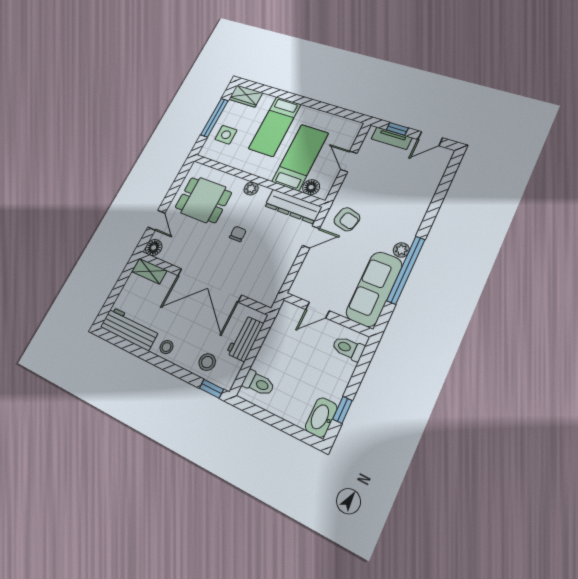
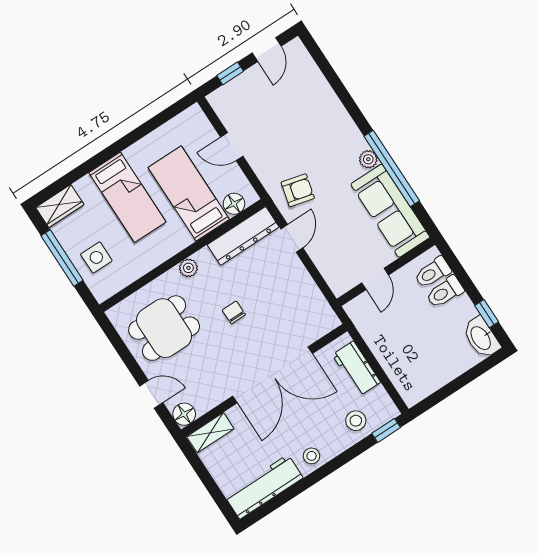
tv unit: (392, 138) -> (237, 86), removed
toilet: (258, 383) -> (445, 292), moved, turned 180

